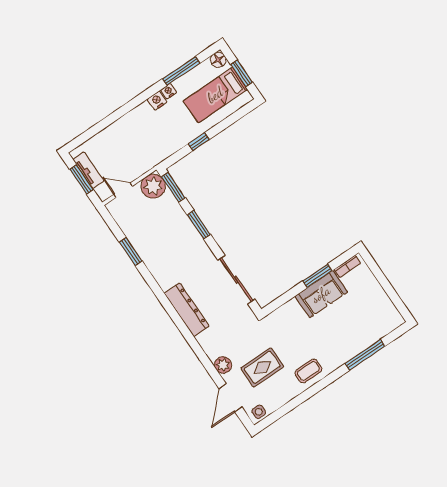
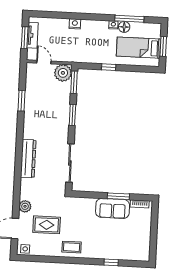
floor lamp: (218, 60) -> (124, 27), moved
nightstand: (157, 101) -> (75, 24), moved
window: (365, 355) -> (111, 262), width x0.46

